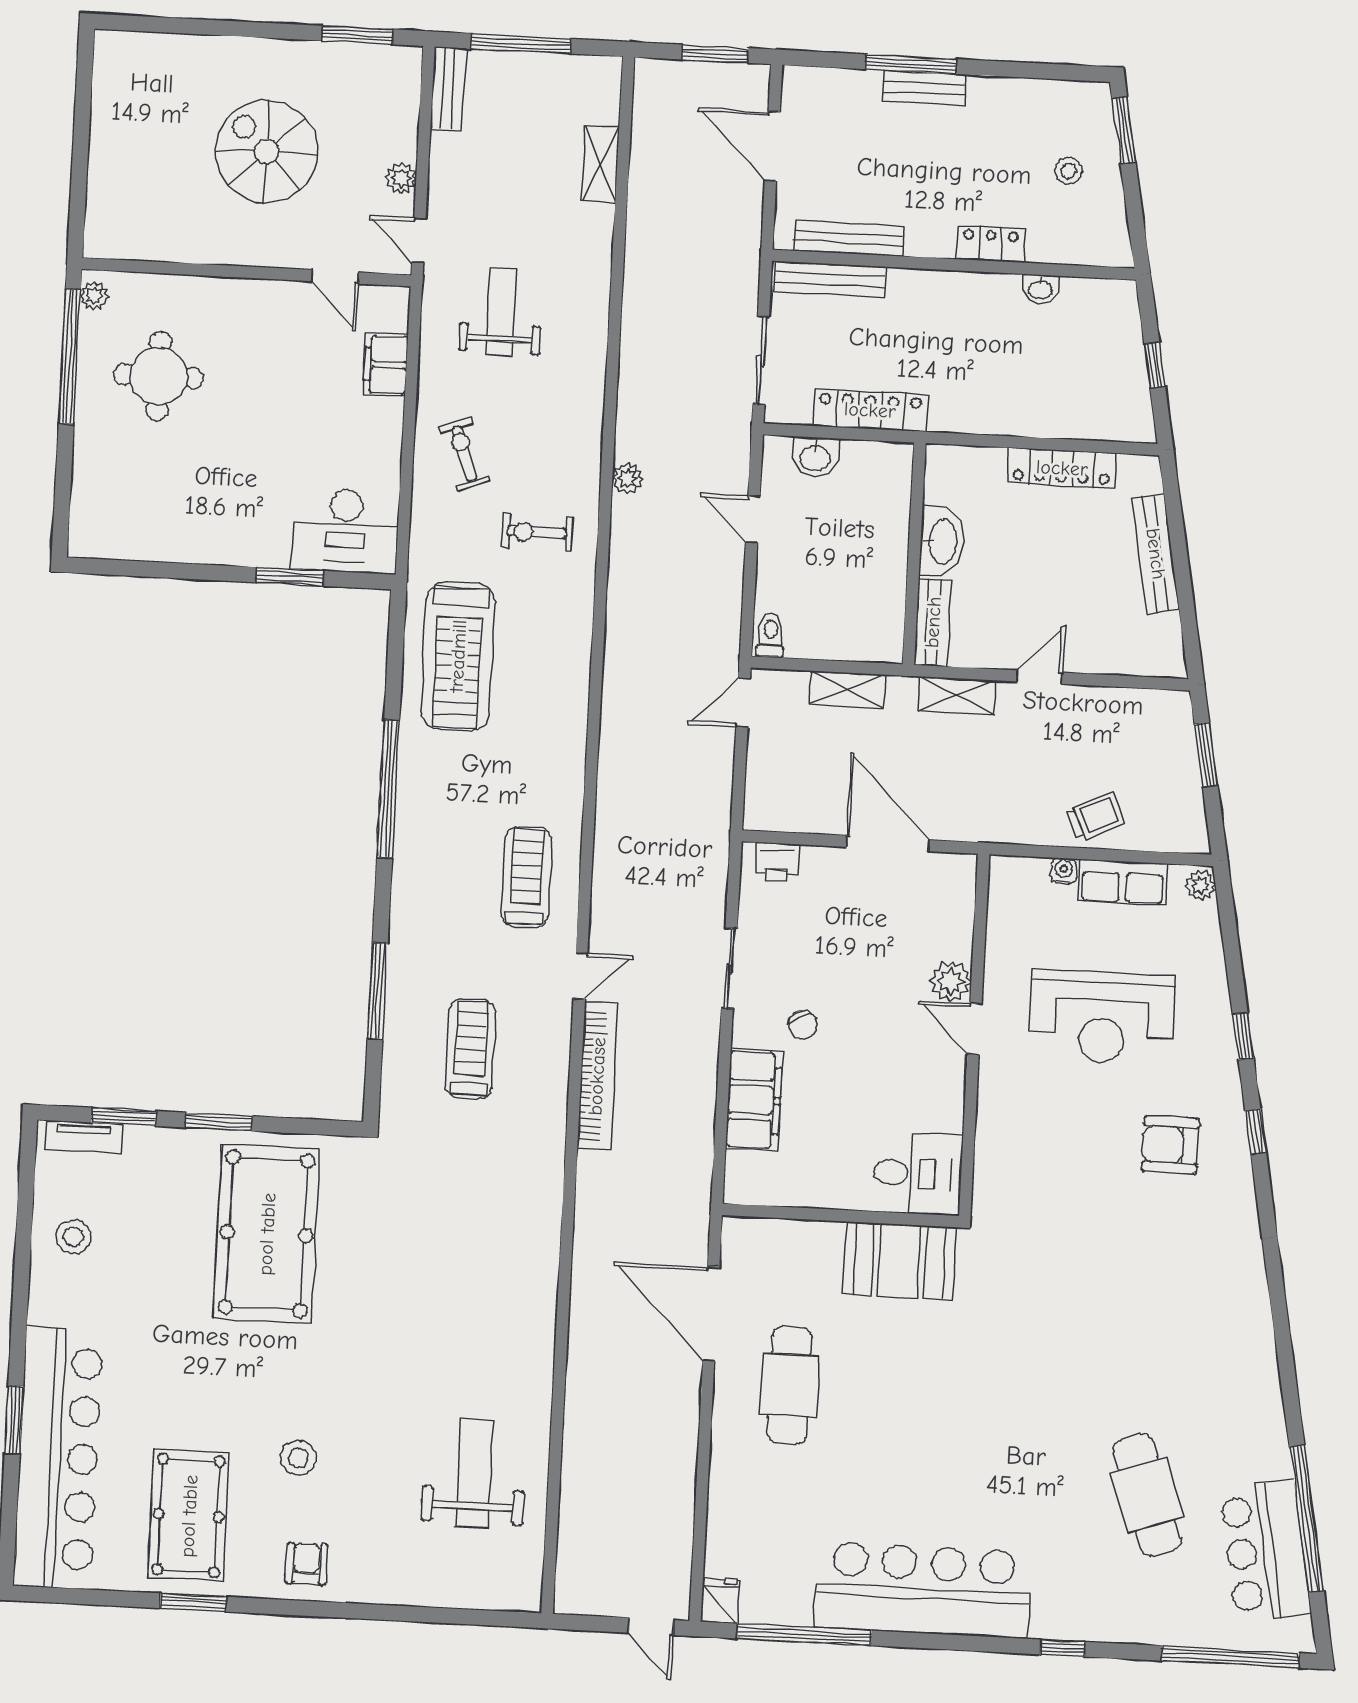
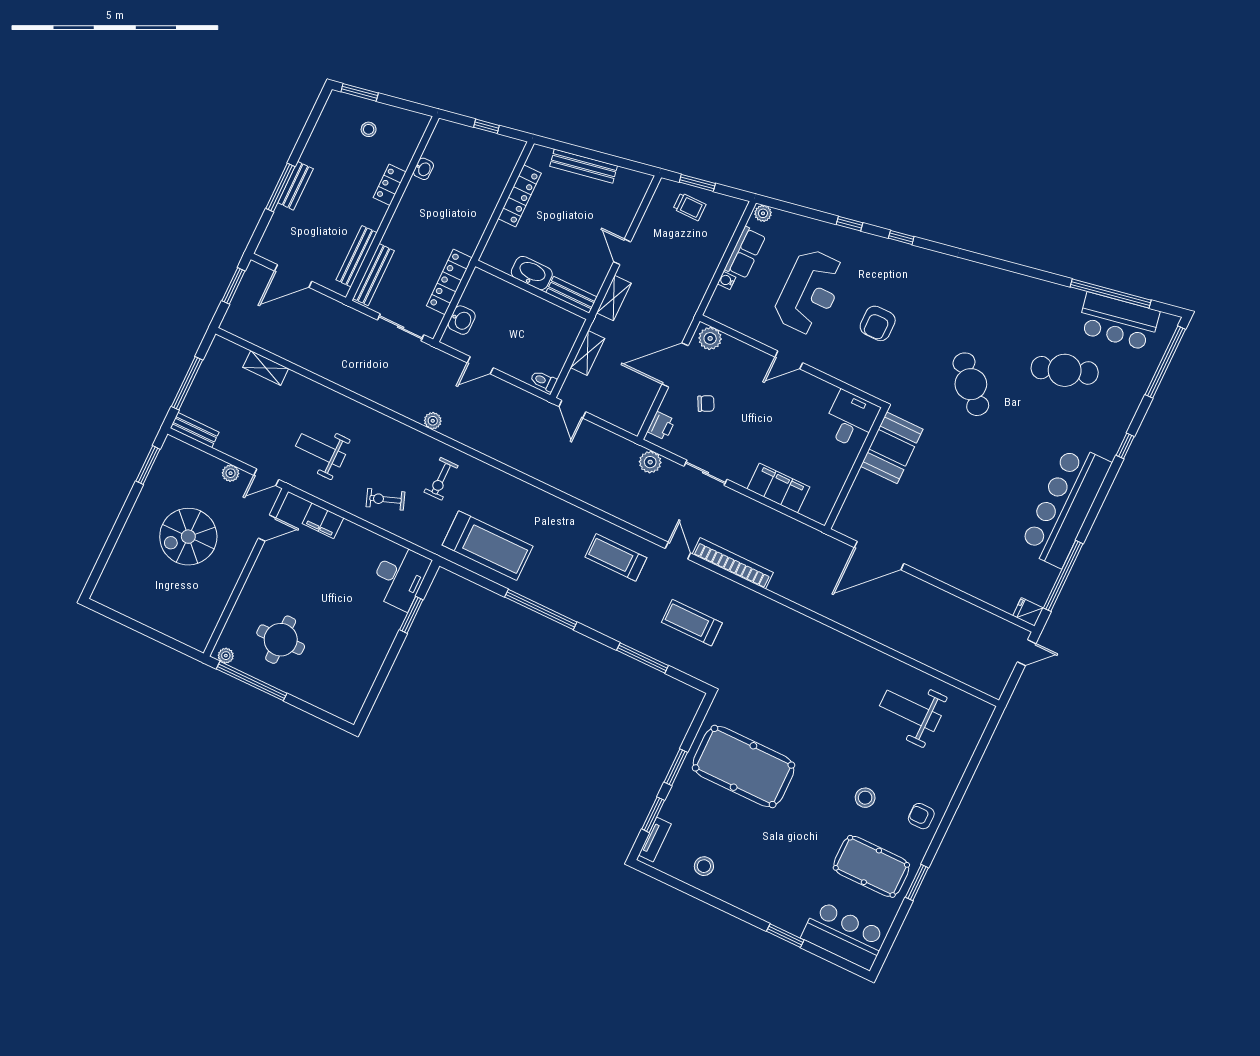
trolley: (1096, 817) -> (690, 207), moved, turned 113
plant: (709, 869) -> (650, 462), added
plant: (951, 981) -> (710, 338), moved
chair: (803, 1025) -> (706, 404), moved
armchair: (1170, 1145) -> (878, 323), moved
cafe table: (790, 1385) -> (971, 384), moved, turned 47
bar counter: (58, 1458) -> (844, 935), width x0.54

